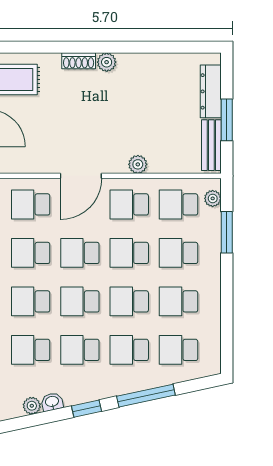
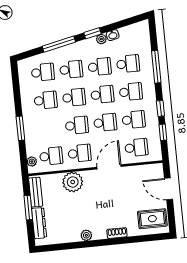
plant: (107, 62) -> (86, 235), moved
plant: (138, 164) -> (73, 182), width x1.88, depth x1.88
window: (227, 232) -> (20, 128), moved
school desk: (179, 253) -> (48, 128), removed
plant: (32, 406) -> (101, 39), moved

